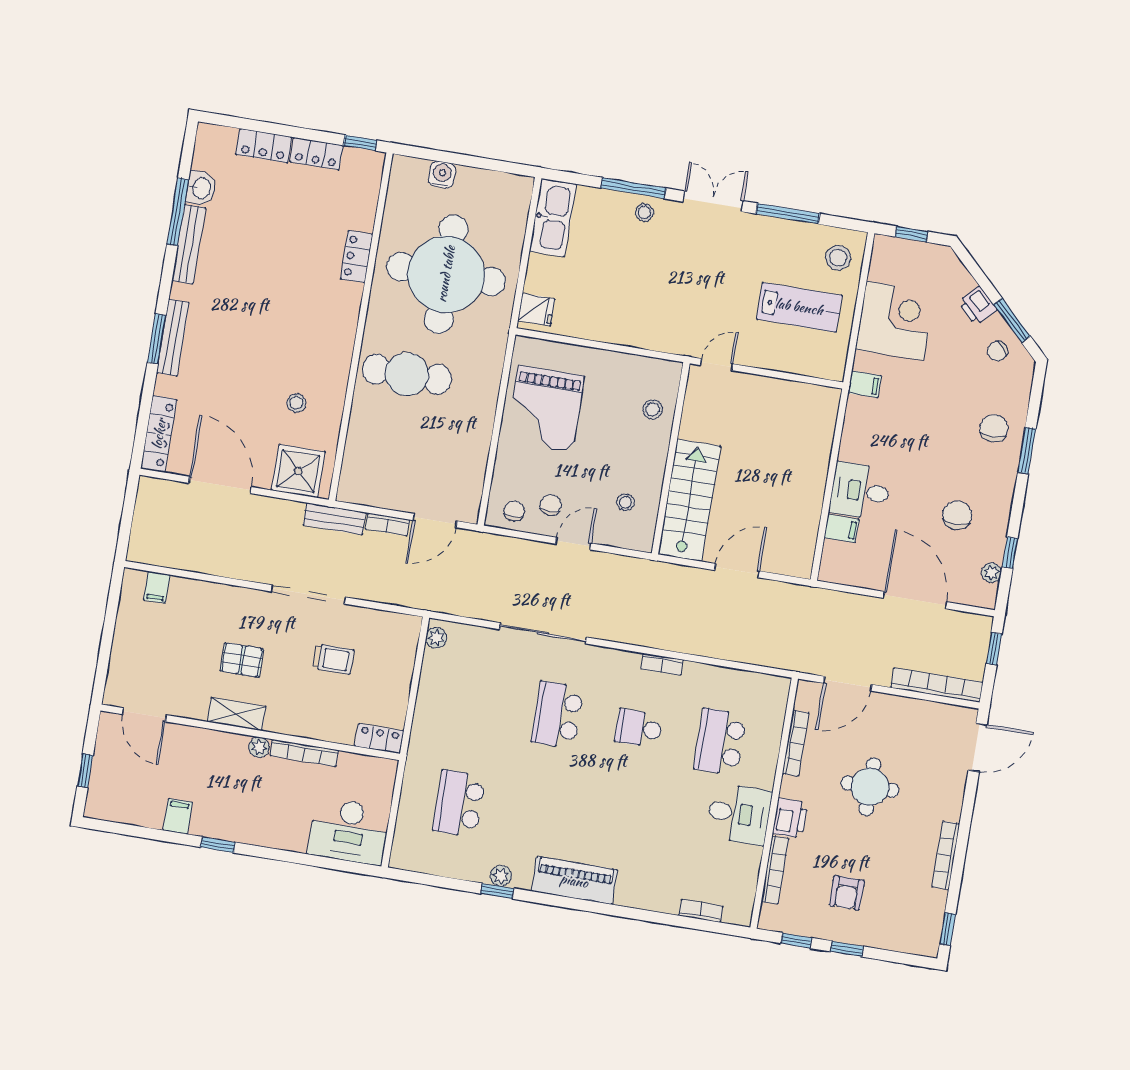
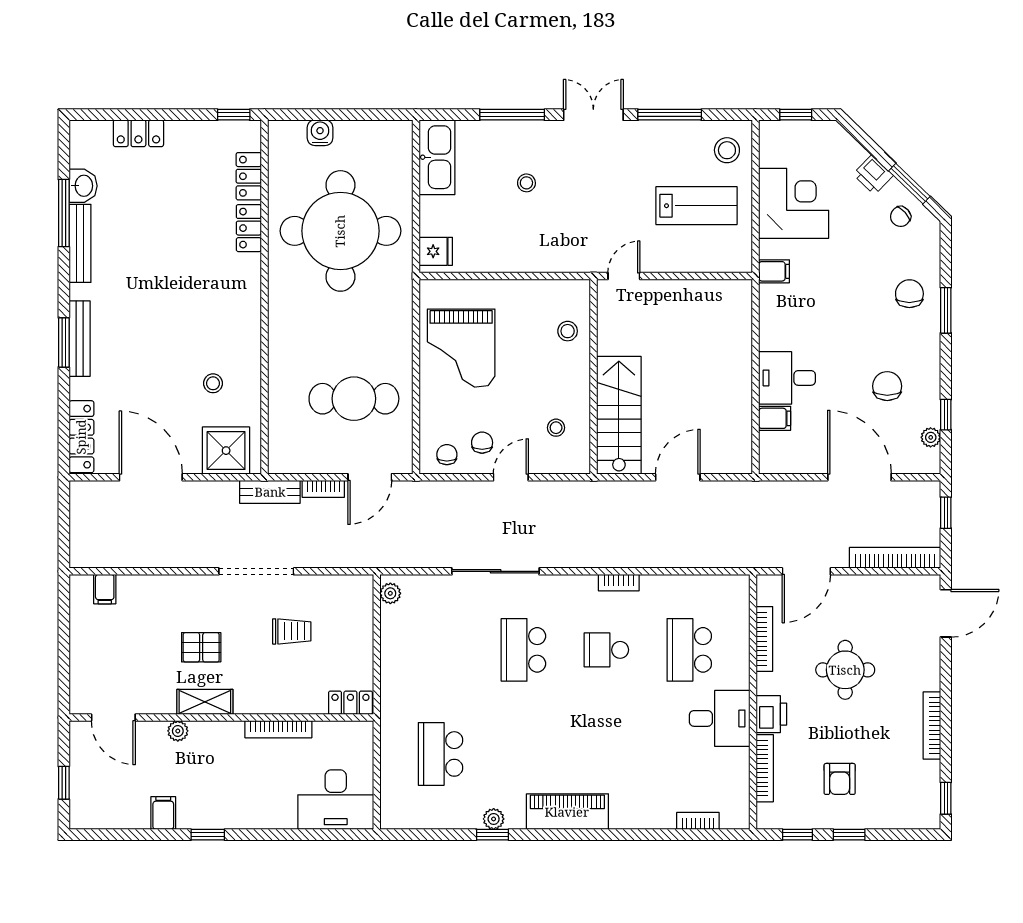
locker: (316, 154) -> (249, 176), moved, turned 90
stool: (644, 212) -> (526, 183), moved
cafe table: (407, 374) -> (354, 399), moved
plant: (259, 747) -> (178, 731), moved

